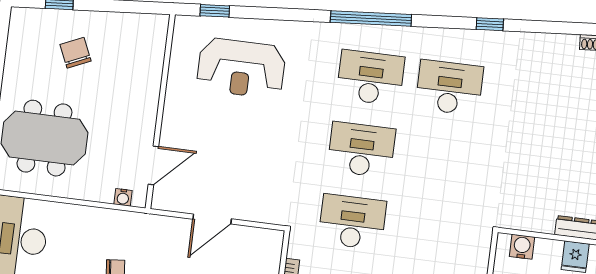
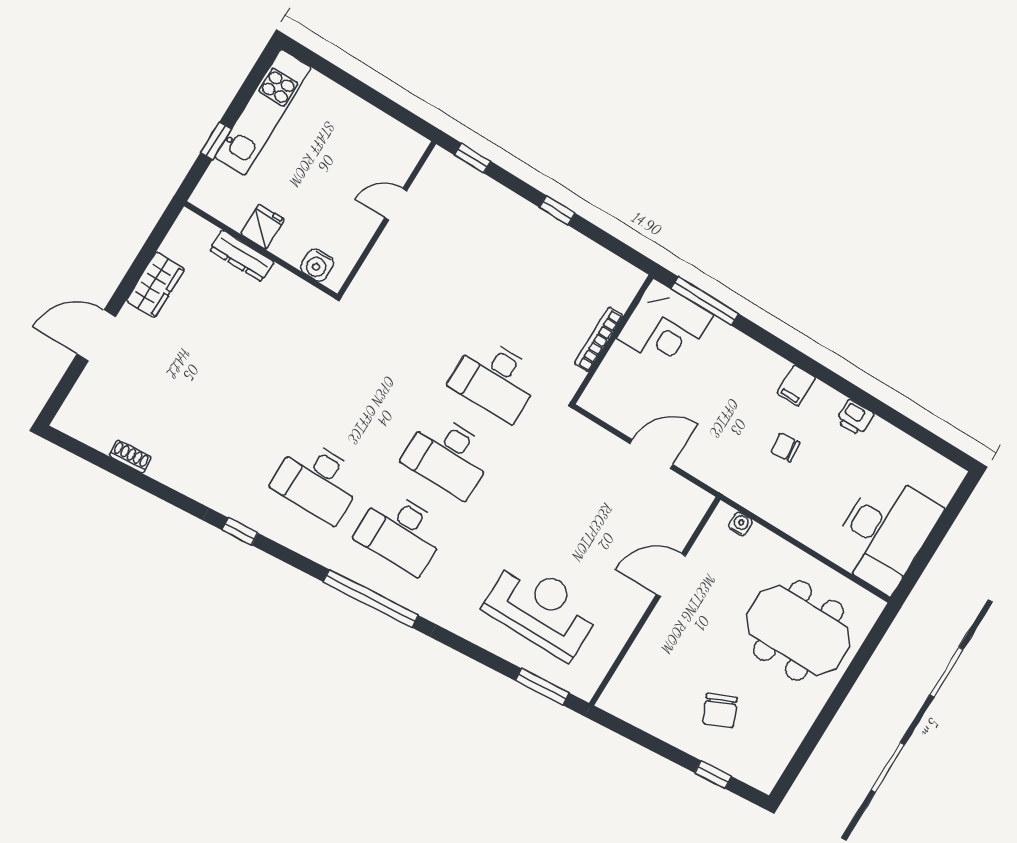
window: (215, 11) -> (542, 687), width x1.50
door: (153, 165) -> (671, 575), moved

